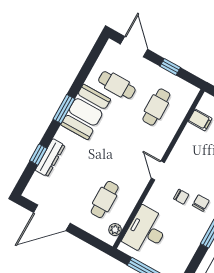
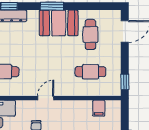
window: (170, 67) -> (125, 82), moved

